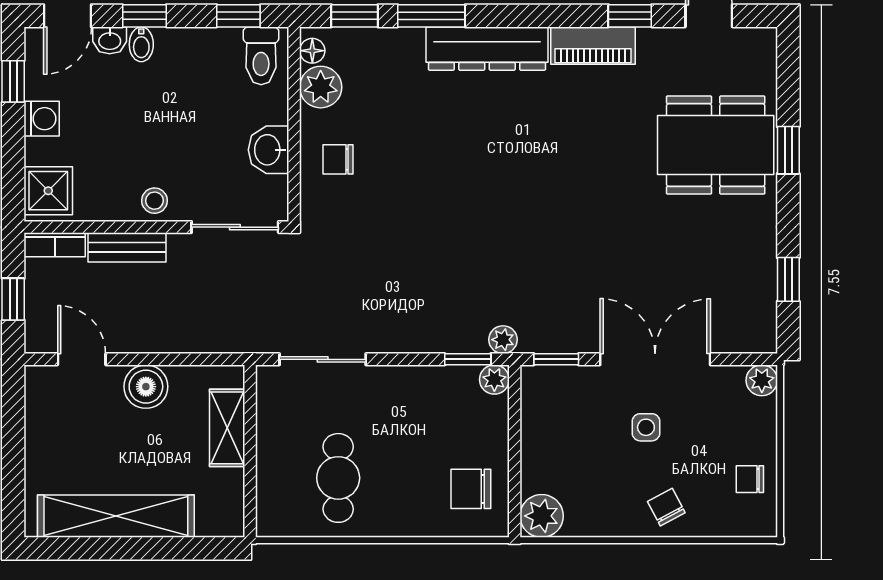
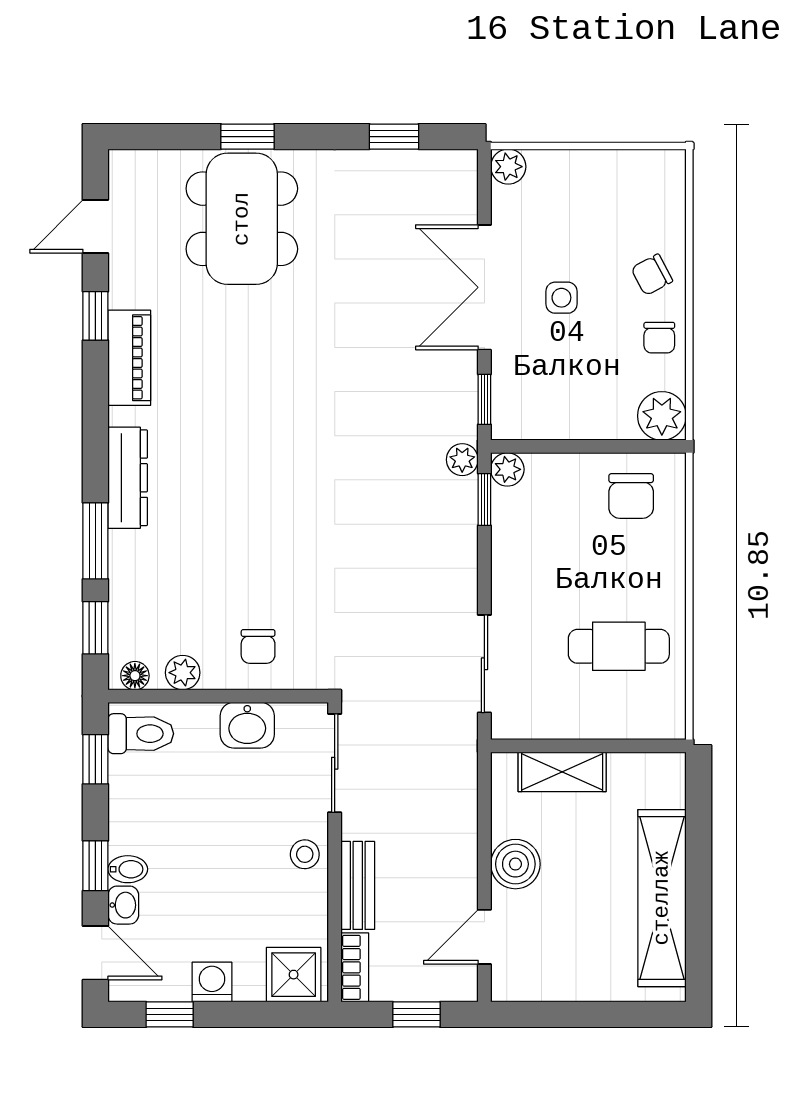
dresser: (487, 49) -> (128, 478), width x0.73, depth x0.80
plant: (321, 87) -> (183, 673), width x0.73, depth x0.73
chair: (750, 479) -> (659, 338), moved

